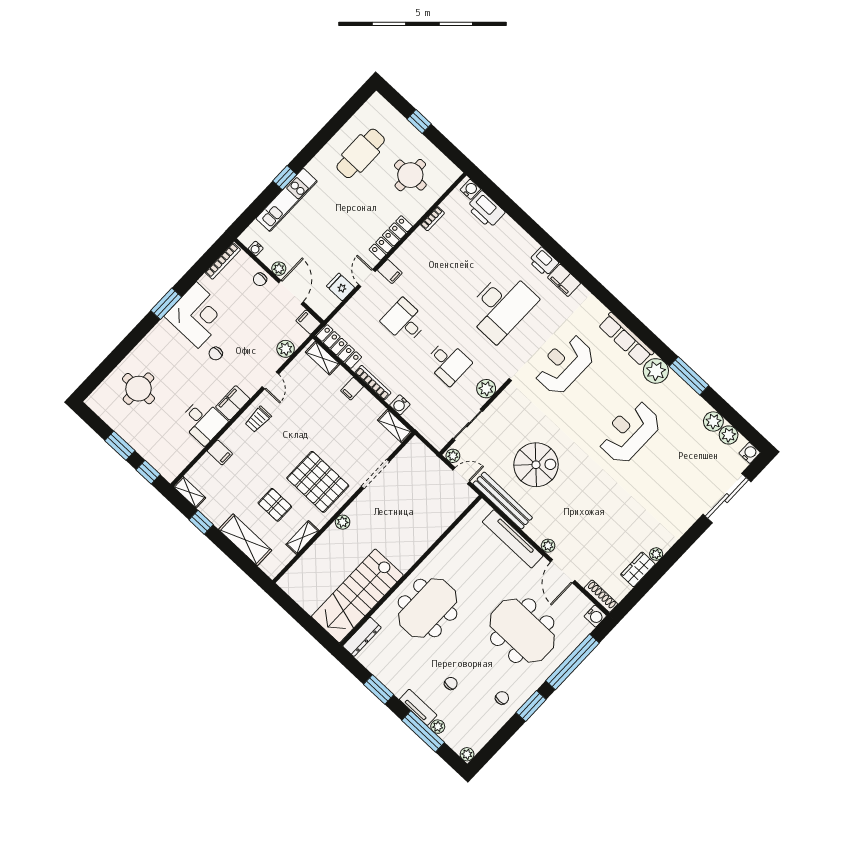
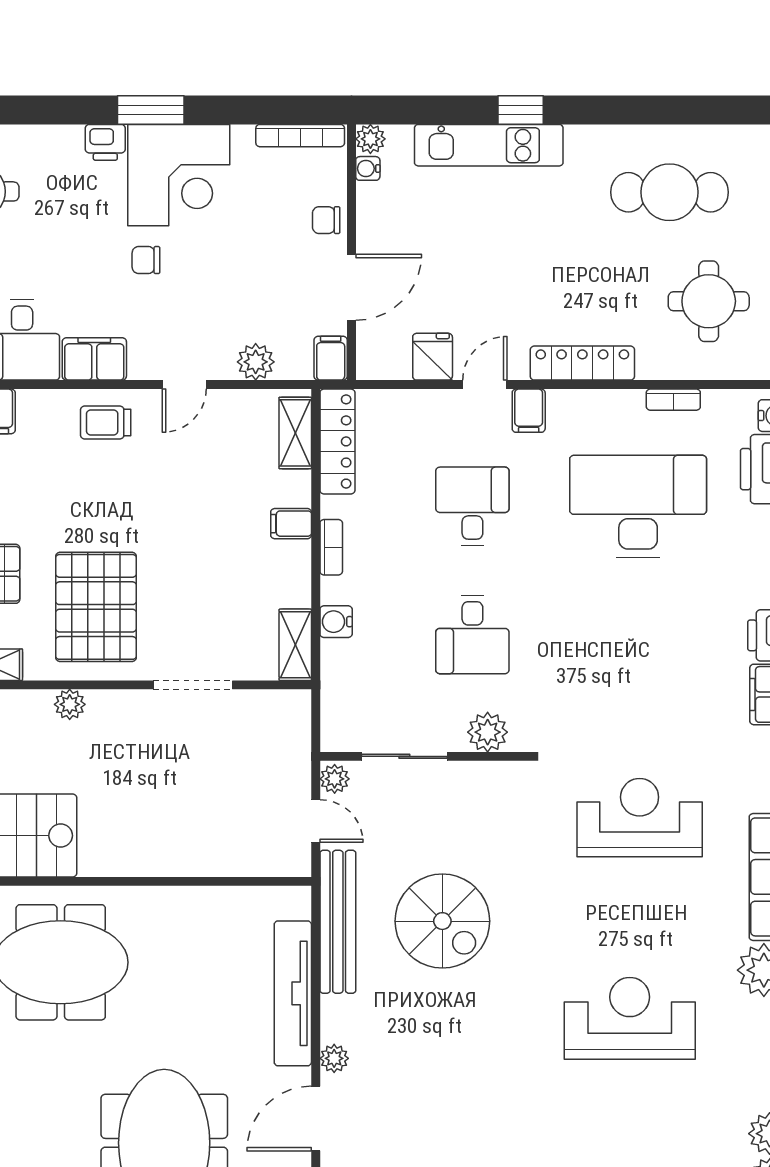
plant: (279, 269) -> (370, 139), moved
desk: (501, 306) -> (638, 506), moved, turned 180
printer: (163, 330) -> (105, 142), added
bookcase: (373, 383) -> (331, 547), width x0.64

